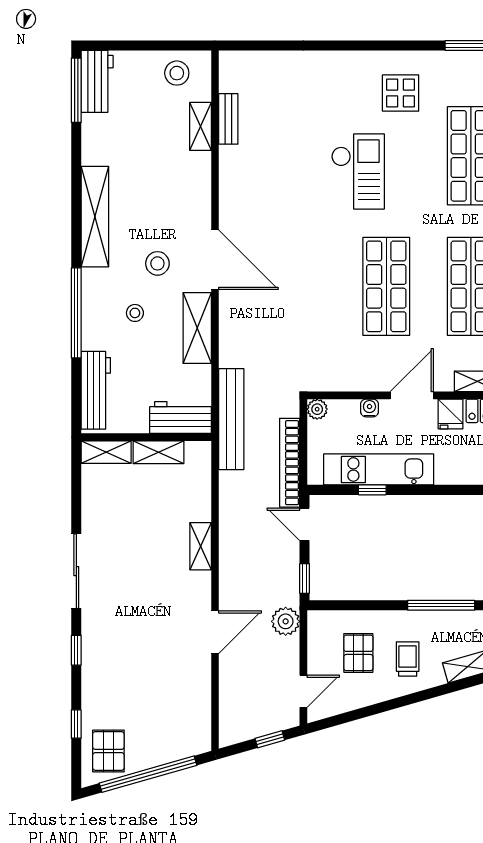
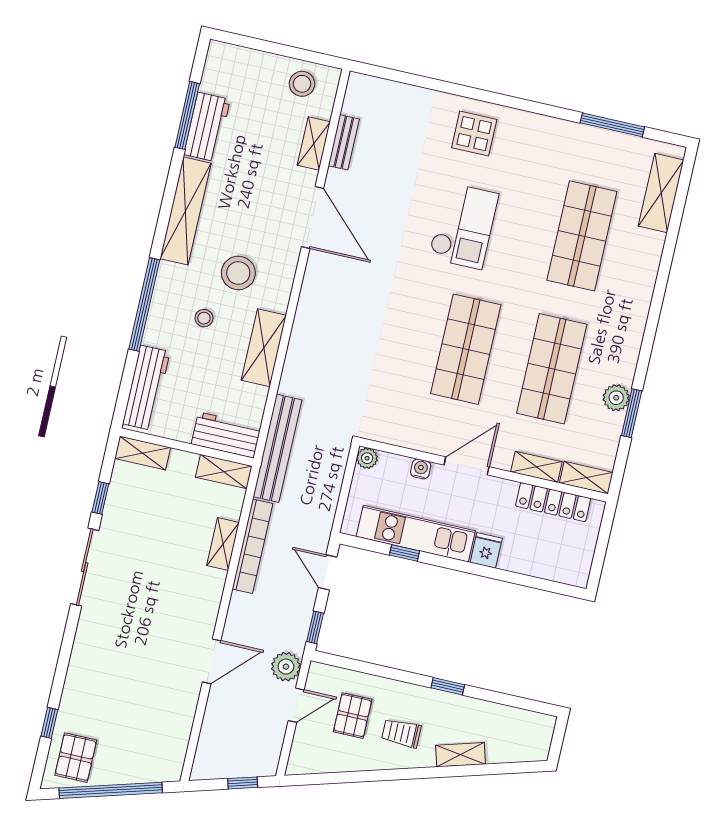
workbench: (97, 81) -> (207, 127), moved
window: (76, 90) -> (187, 115), moved
display table: (401, 93) -> (474, 134), moved
door: (215, 260) -> (312, 217), moved
stool: (157, 263) -> (238, 273), width x1.38, depth x1.38
fridge: (450, 414) -> (486, 550), moved, turned 180
shelving: (158, 452) -> (224, 472), moved
bookcase: (290, 463) -> (252, 546), moved, turned 180
shelving: (201, 546) -> (223, 544), moved
window: (441, 605) -> (448, 686), width x0.46
window: (76, 650) -> (100, 498), moved
trolley: (408, 659) -> (401, 733), turned -90
door: (303, 691) -> (296, 705), moved

